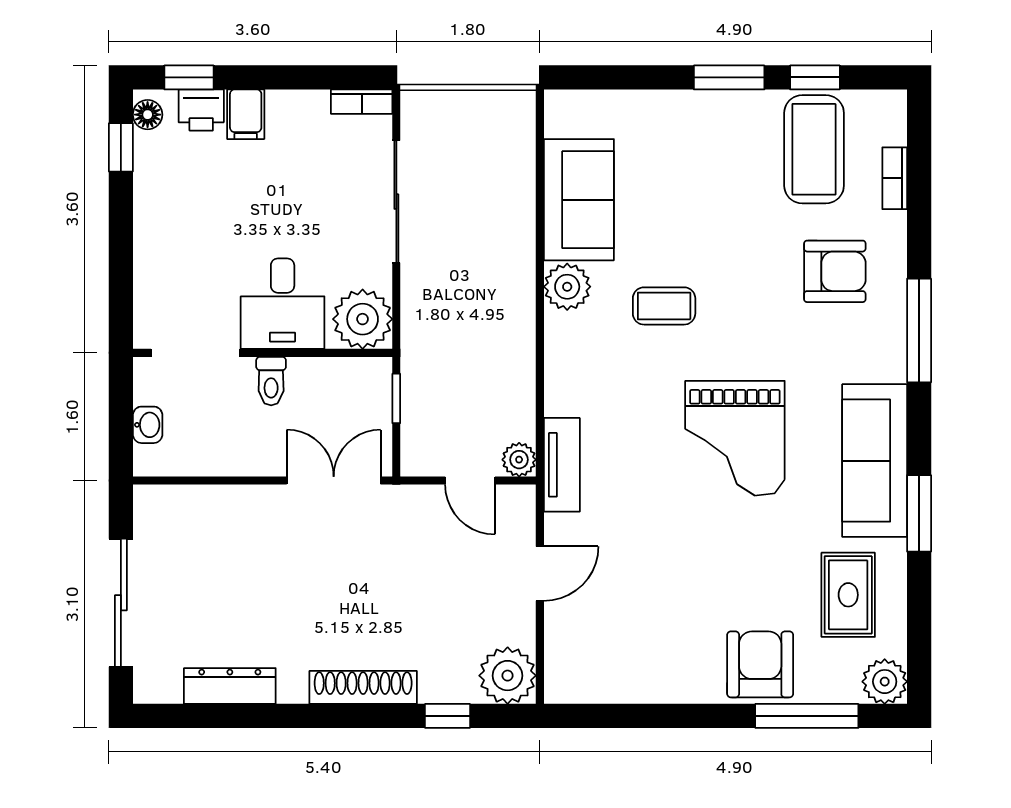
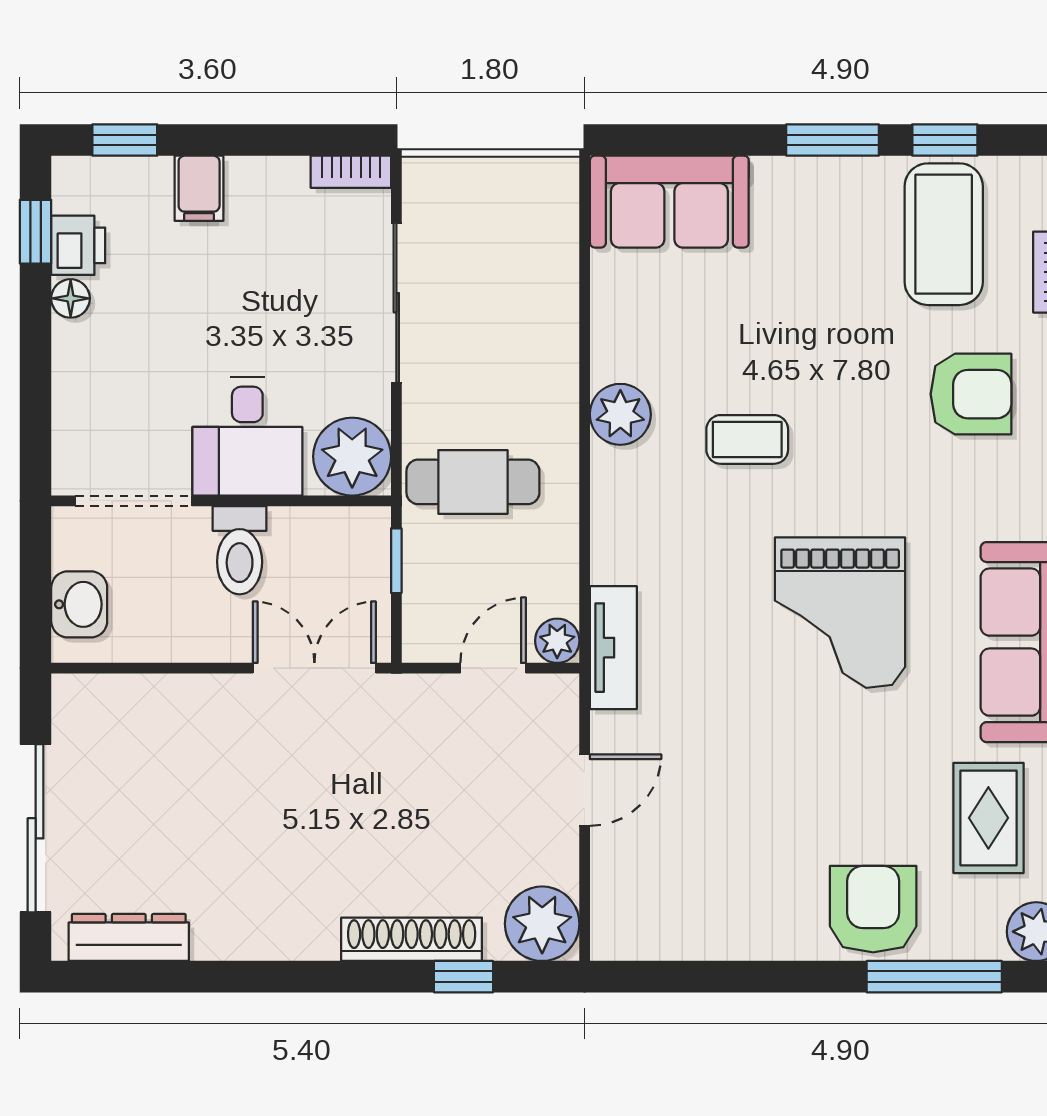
printer: (201, 110) -> (78, 245), moved, turned -90
floor lamp: (148, 115) -> (71, 298), moved
sofa: (579, 200) -> (669, 202), moved, turned 90
cafe table: (455, 338) -> (473, 482), added
toilet: (271, 381) -> (240, 550), width x1.37, depth x1.39
washbasin: (148, 425) -> (79, 604), width x1.38, depth x1.45
door: (470, 480) -> (493, 668), swing flipped
dresser: (230, 686) -> (129, 937), moved
shoe rack: (363, 687) -> (412, 939), moved

